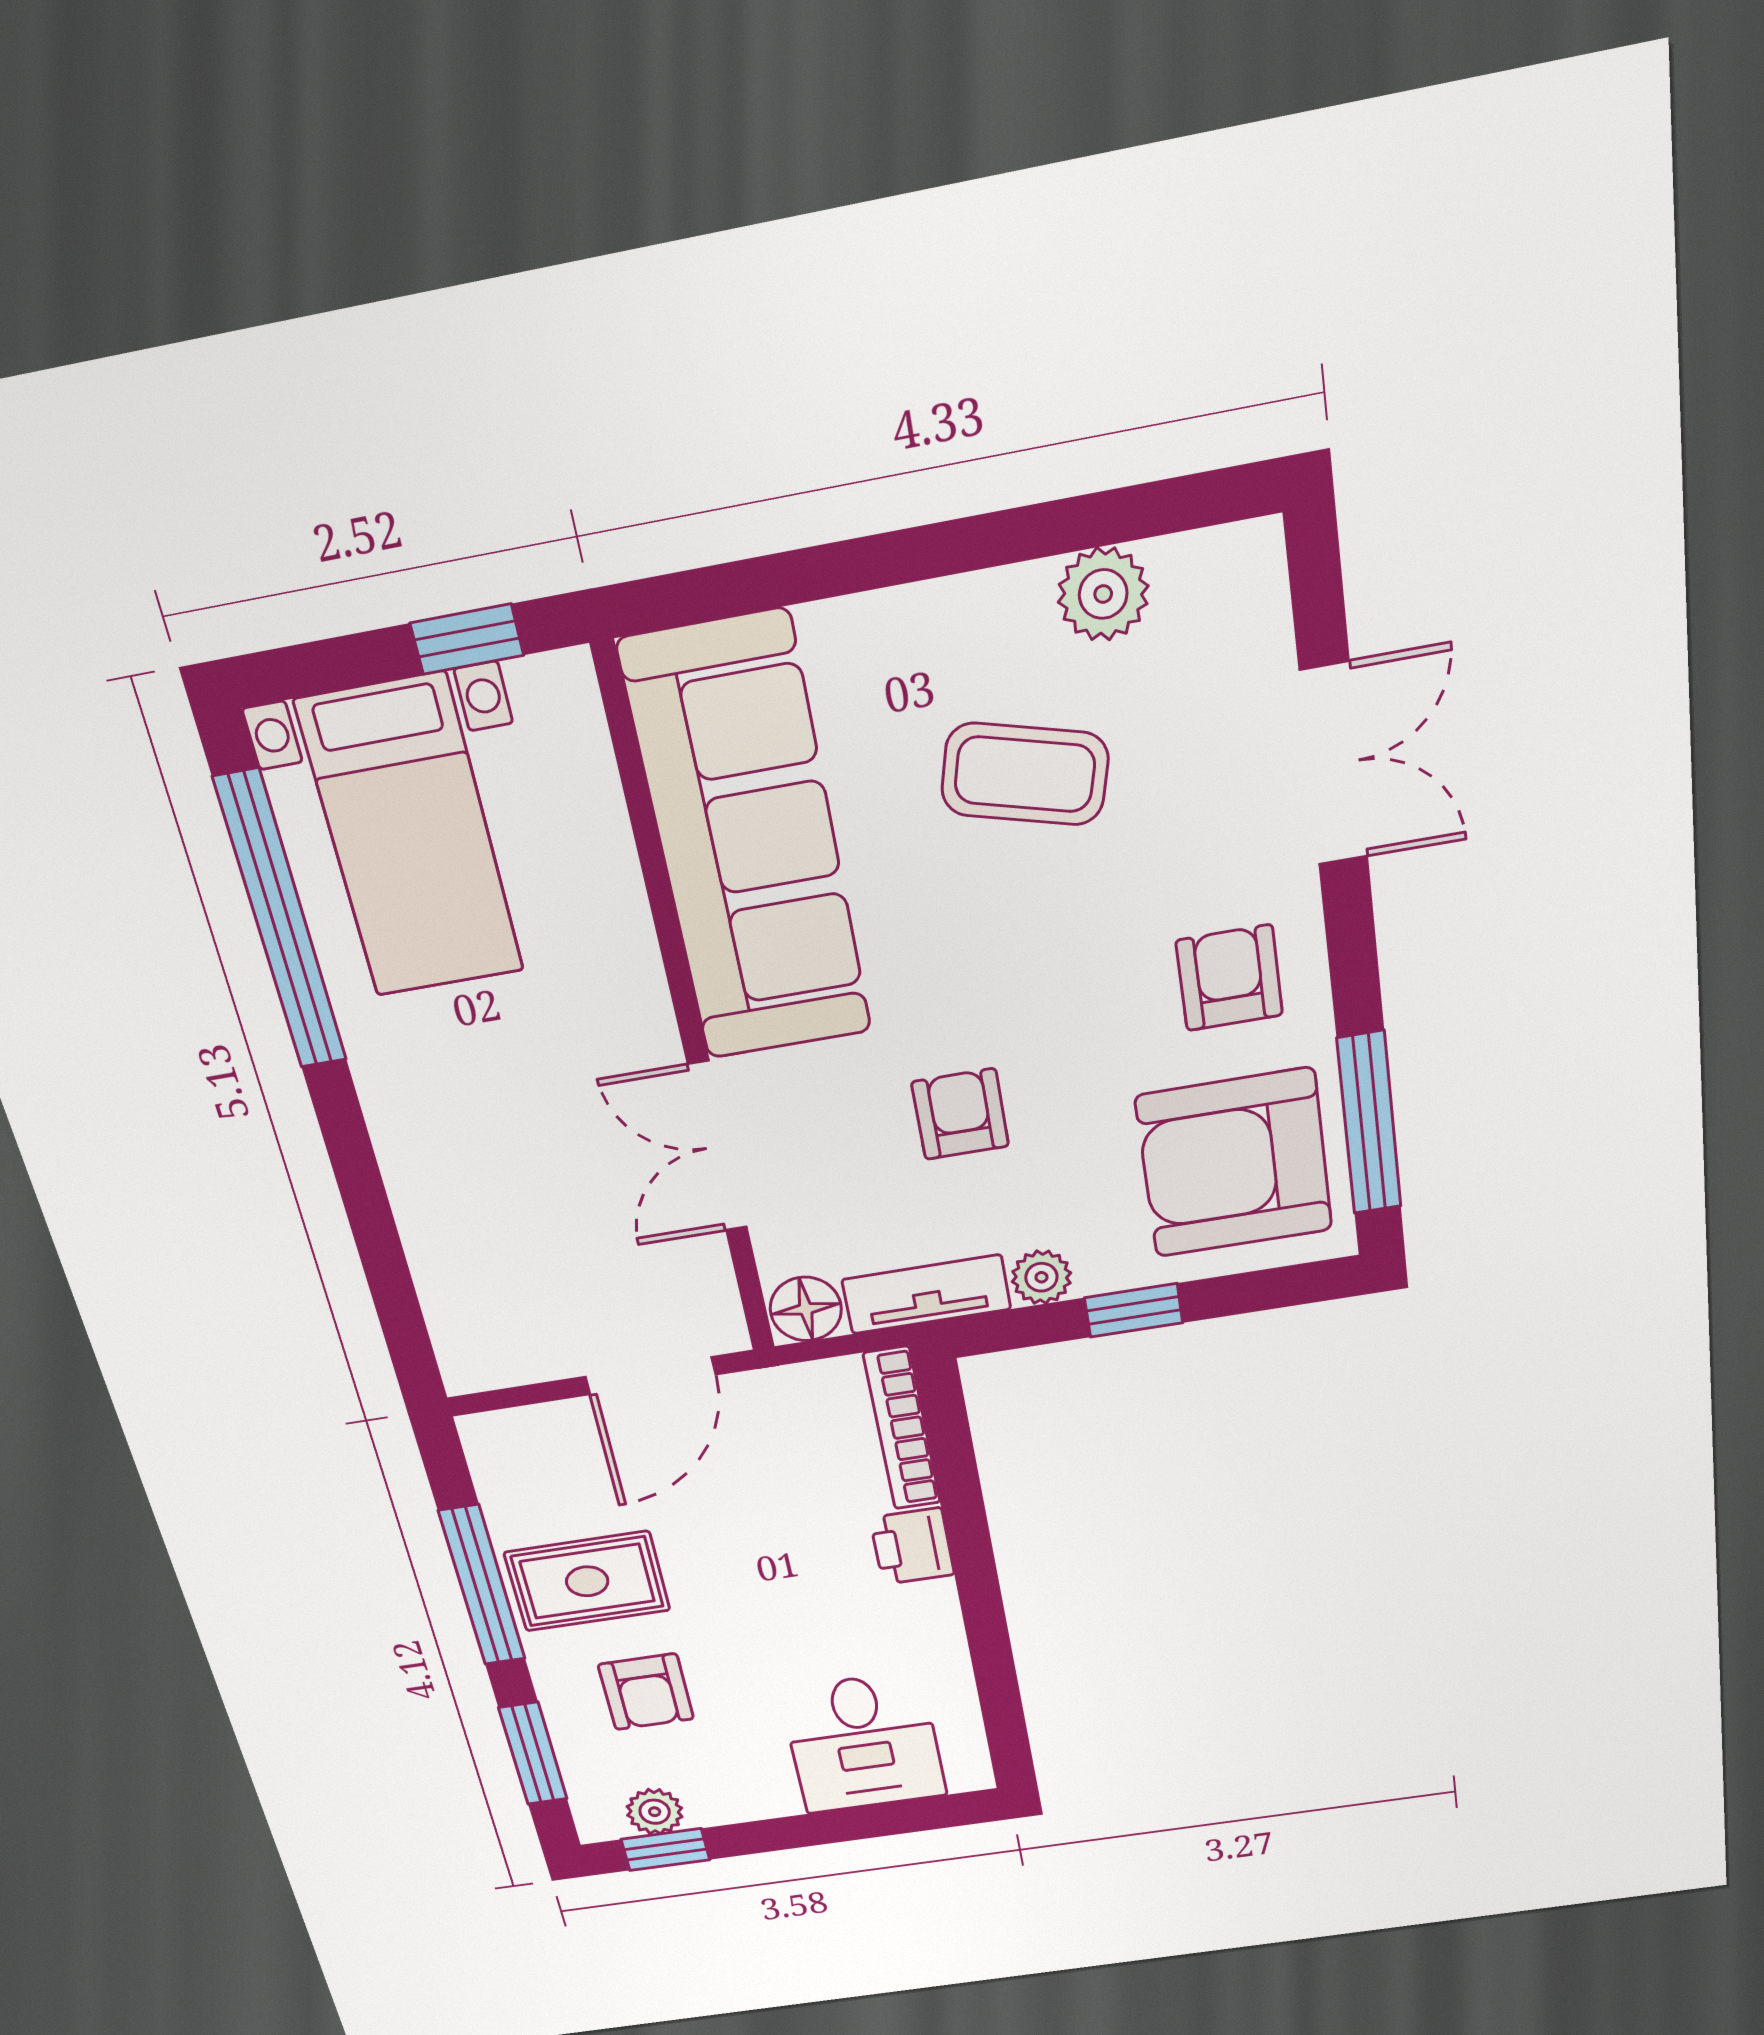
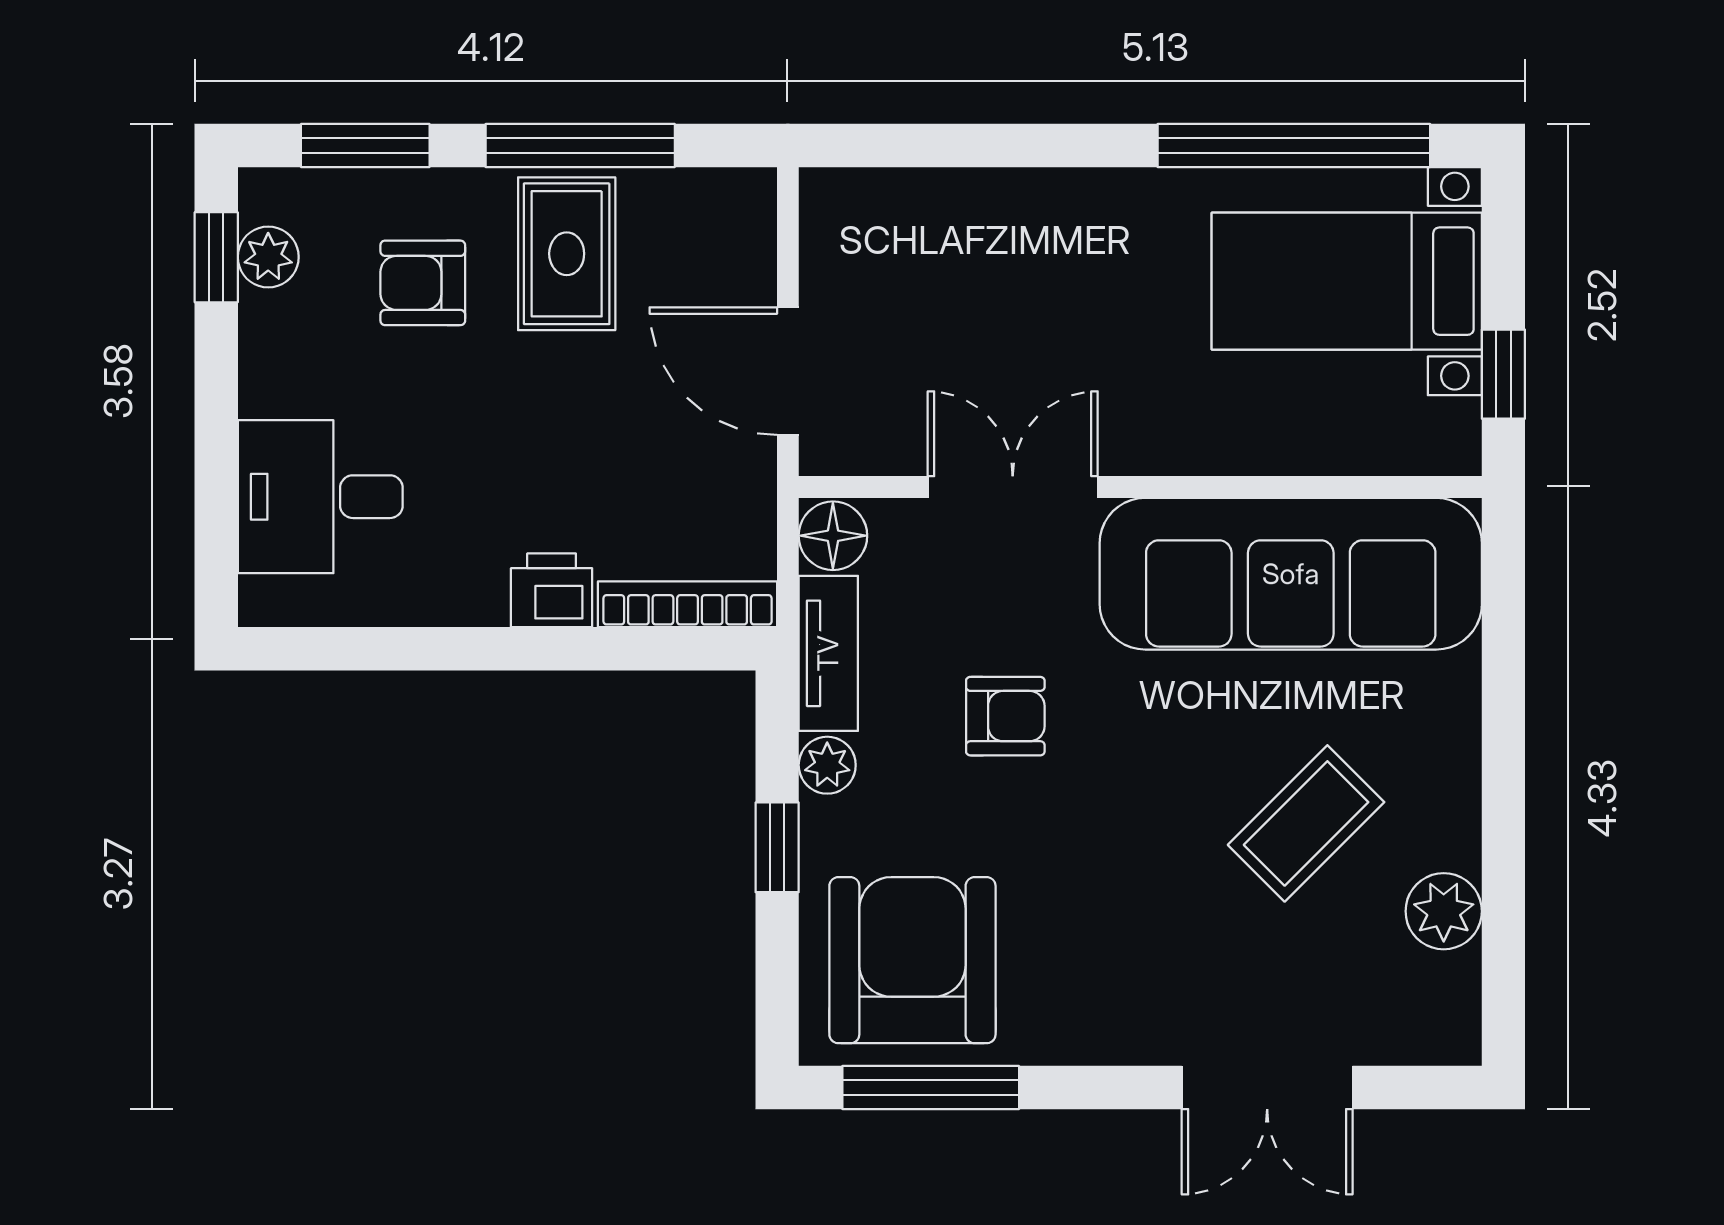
coffee table: (1025, 774) -> (1306, 823), turned 30
armchair: (1229, 978) -> (1092, 977), removed

